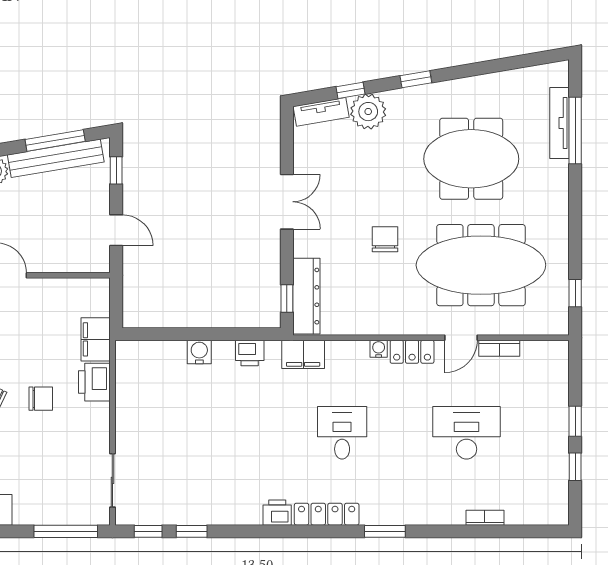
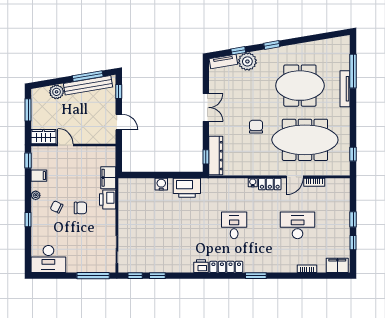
tv unit: (560, 123) -> (345, 89), moved
printer: (250, 353) -> (187, 188), width x1.87, depth x1.48
filing cabinet: (303, 354) -> (337, 265), moved, turned 180

